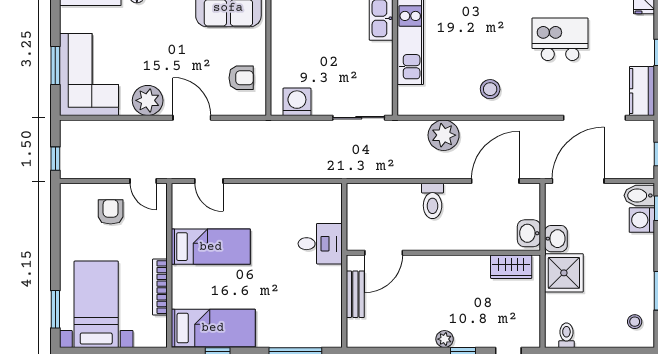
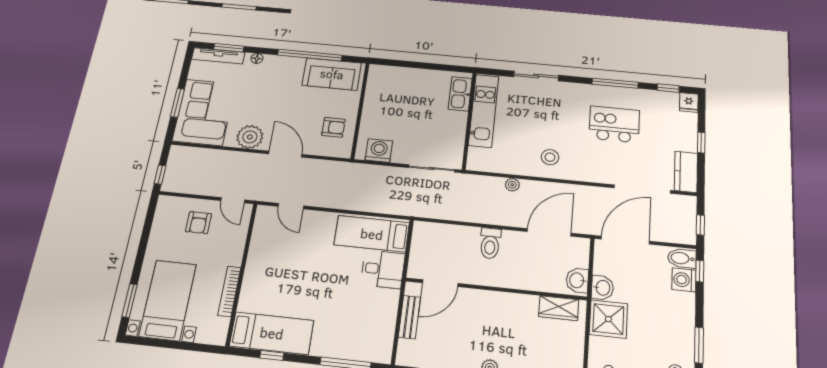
plant: (444, 135) -> (512, 185), width x0.53, depth x0.53
armchair: (111, 212) -> (198, 223), turned 180
bed: (211, 247) -> (372, 234), moved, turned 180

